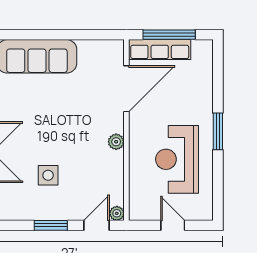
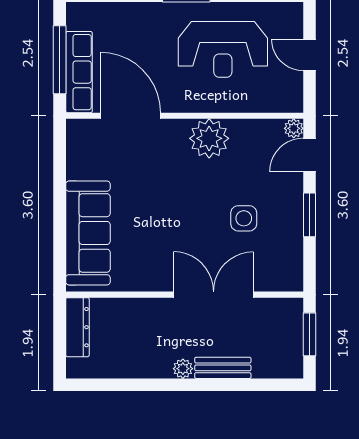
plant: (116, 142) -> (209, 138), width x1.87, depth x1.87
door: (96, 225) -> (310, 155), hinge flipped
door: (173, 225) -> (310, 55), hinge flipped

